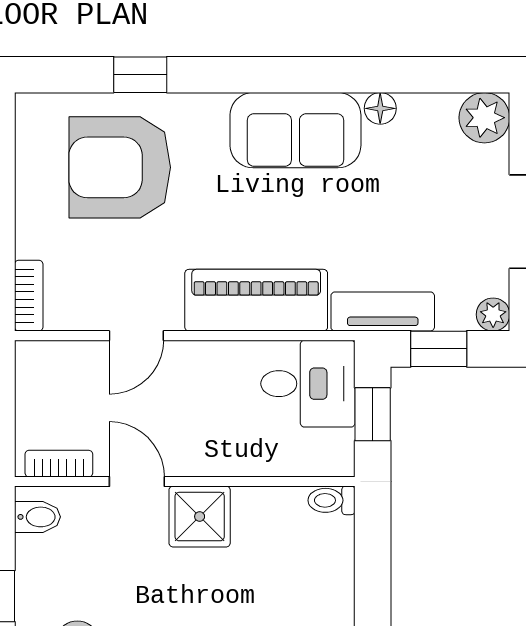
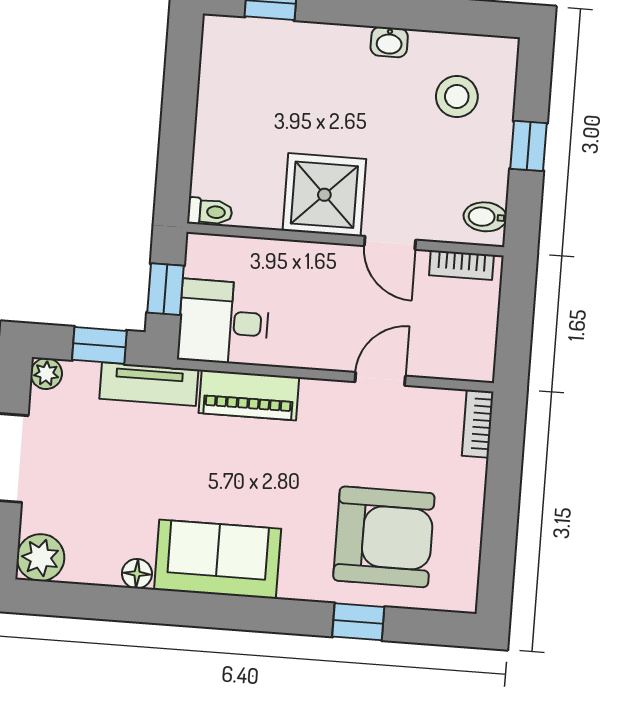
piano: (256, 300) -> (249, 395), width x0.73, depth x0.75
shower: (200, 517) -> (324, 195), width x1.36, depth x1.36

